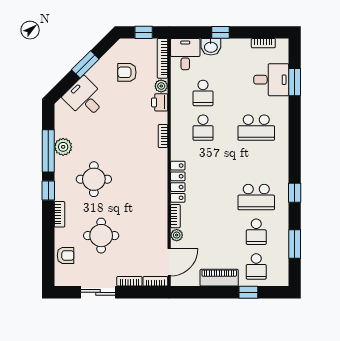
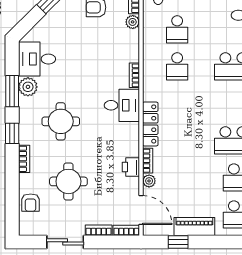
desk: (85, 98) -> (37, 59), moved, turned -45
printer: (160, 102) -> (131, 167), moved
window: (48, 151) -> (12, 91), width x0.69
desk: (151, 164) -> (122, 105), added
armchair: (66, 255) -> (31, 203), turned 90
door: (169, 262) -> (141, 210), hinge flipped
window: (248, 292) -> (178, 242), moved

